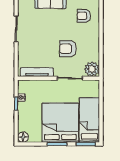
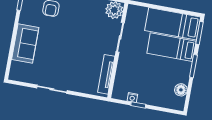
armchair: (68, 49) -> (86, 34), removed
bed: (60, 123) -> (171, 47), width x0.49
floor lamp: (23, 137) -> (181, 90), moved

